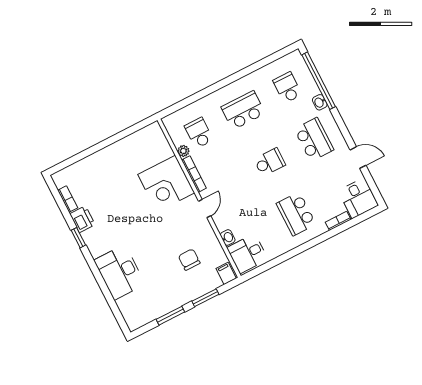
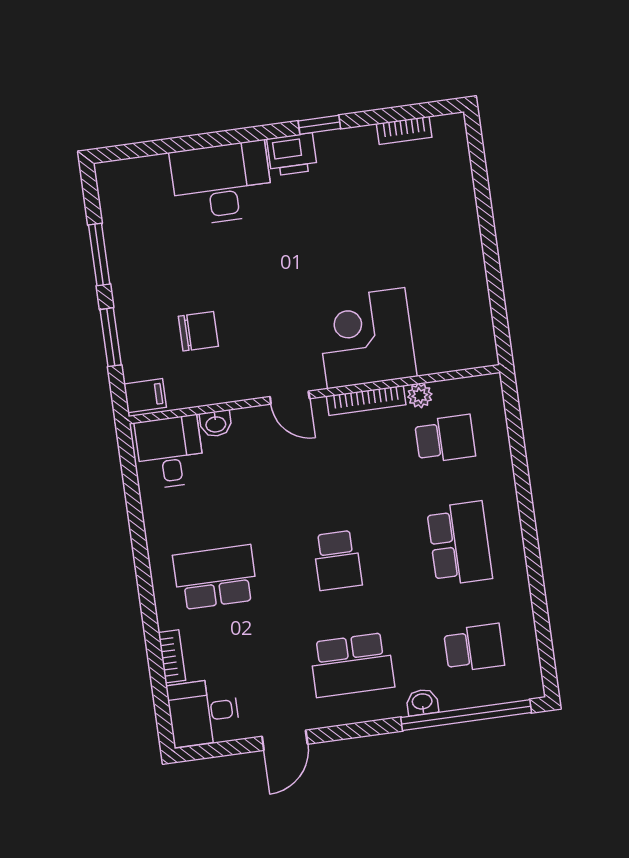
printer: (82, 219) -> (292, 154), moved

